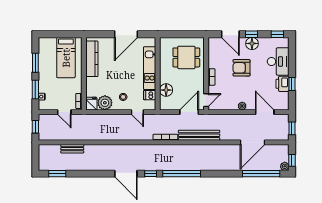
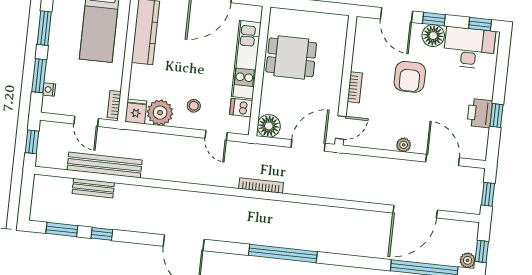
dining table: (186, 57) -> (291, 57), moved
desk: (278, 61) -> (469, 48), moved, turned -90
armchair: (241, 68) -> (410, 77), turned -90
floor lamp: (166, 90) -> (269, 126), moved
bench: (199, 135) -> (105, 165), moved
window: (151, 174) -> (102, 234), moved

